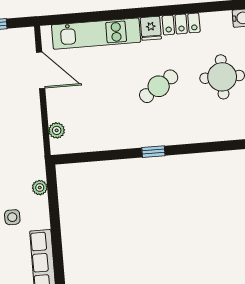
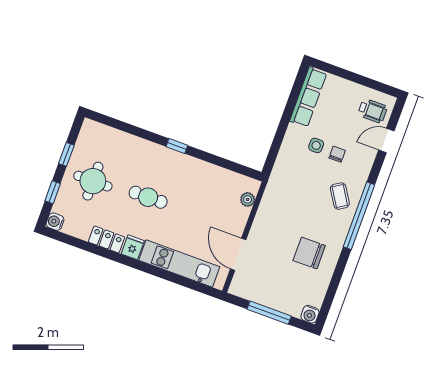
cafe table: (159, 86) -> (148, 197), turned 33
plant: (40, 188) -> (283, 159), removed

